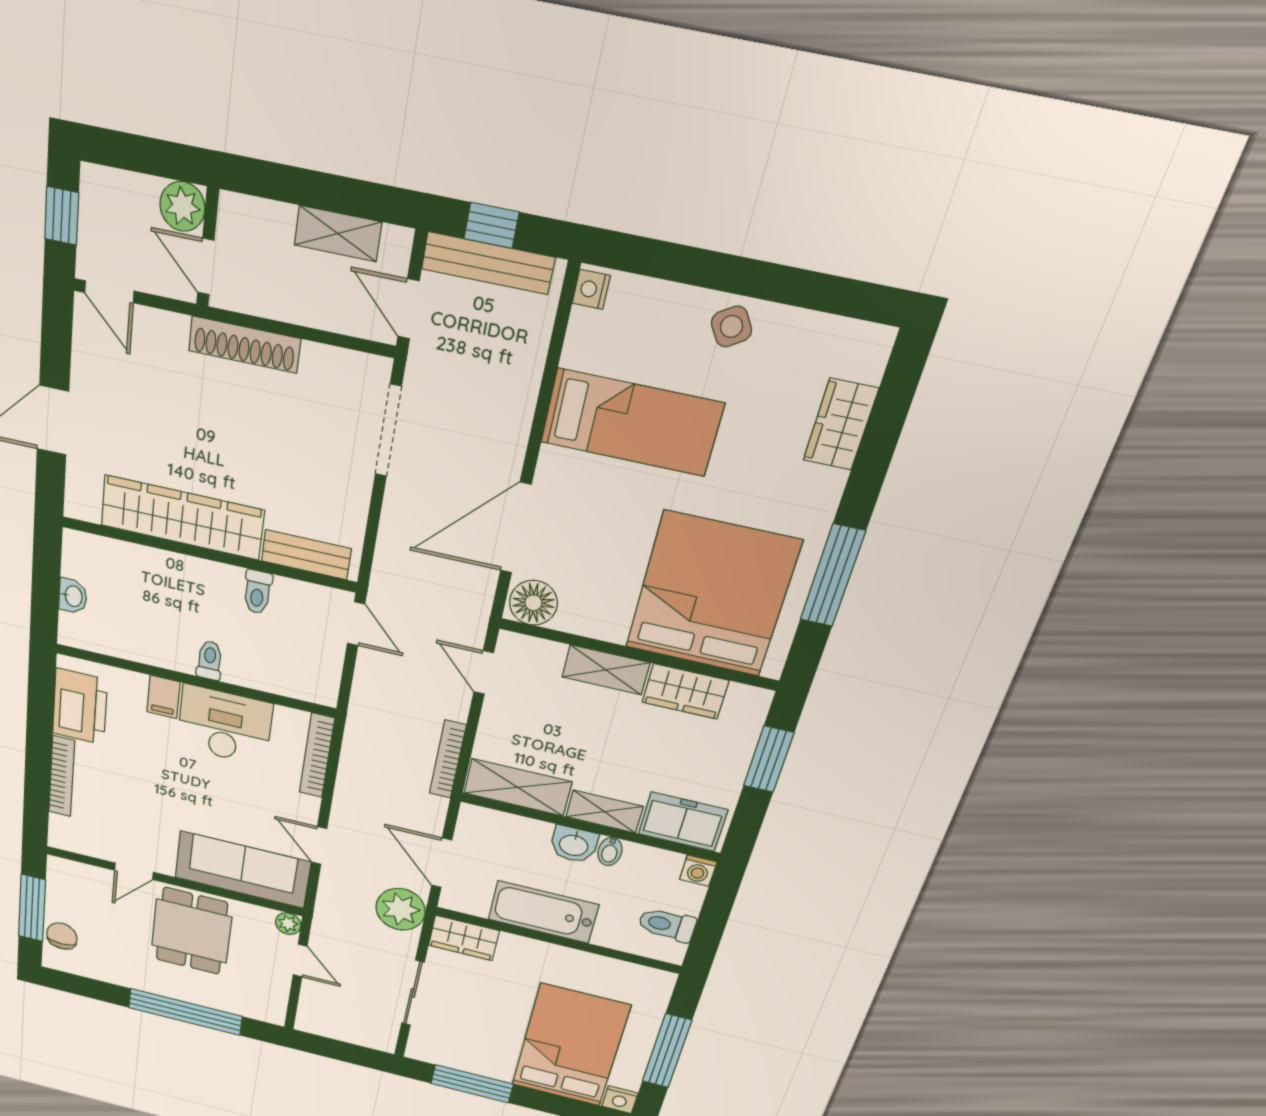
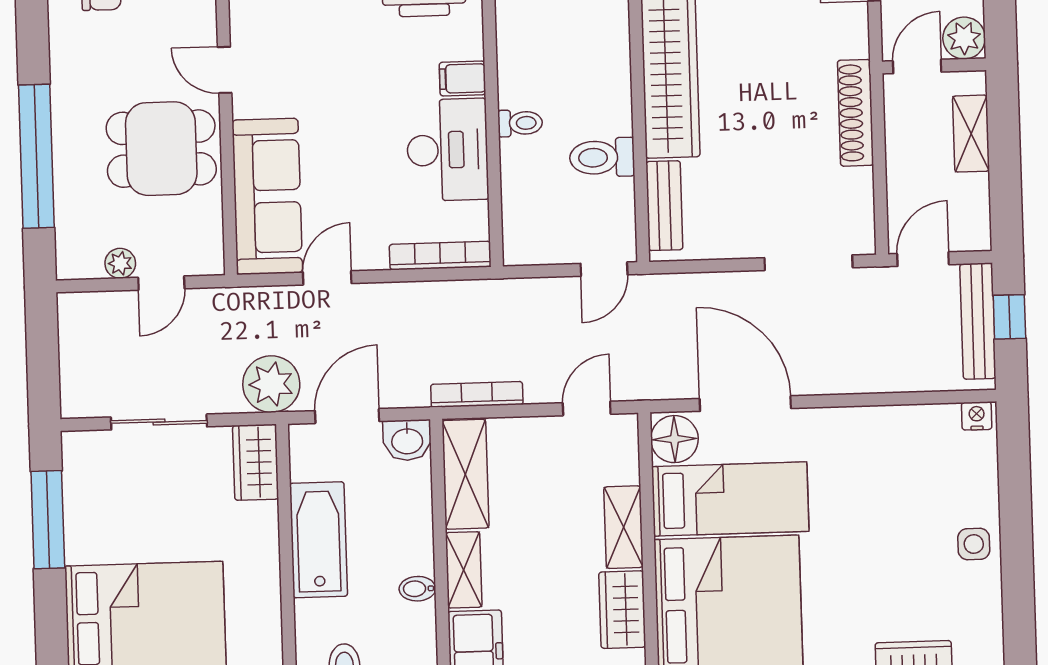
shelving: (338, 234) -> (971, 134), moved
side table: (731, 326) -> (974, 544), turned 32
bed: (632, 423) -> (730, 499), moved, turned -90
toilet: (257, 592) -> (602, 157), width x1.37, depth x1.39
washbasin: (574, 845) -> (407, 440), moved, turned -90
plant: (288, 924) -> (120, 263), moved

